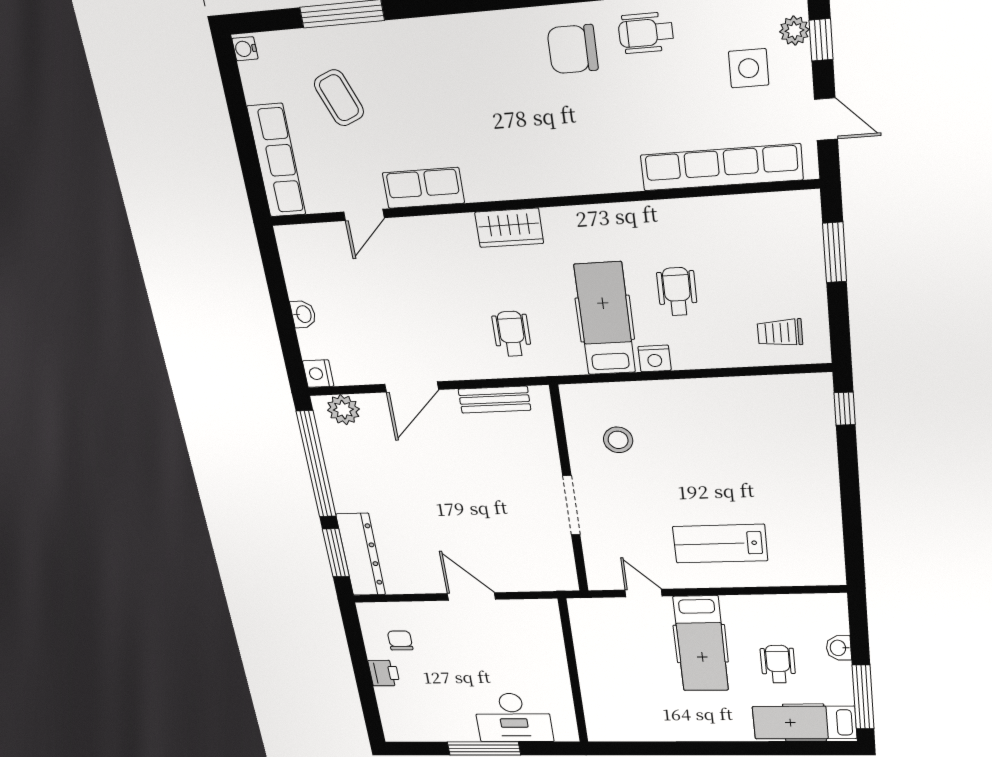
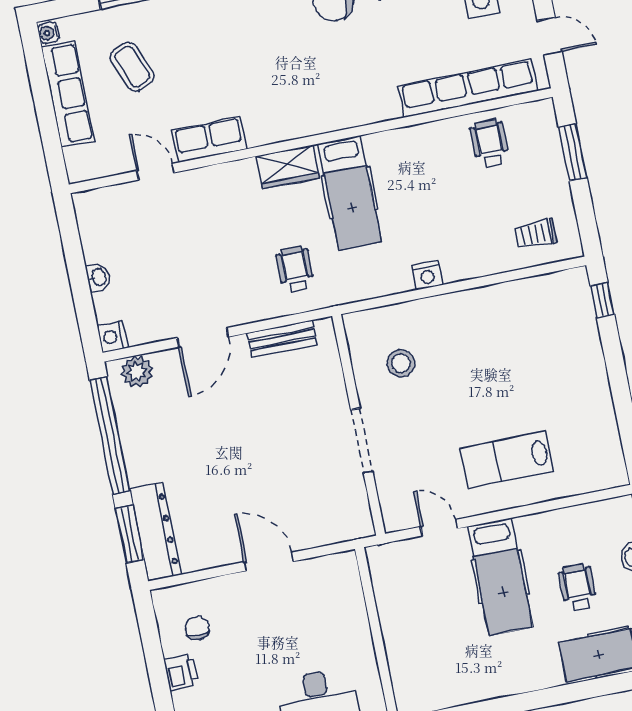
row of seats: (276, 161) -> (68, 94), moved
door: (364, 215) -> (155, 172), swing flipped
wheelchair: (677, 291) -> (489, 143), moved
hospital bed: (605, 319) -> (350, 193), moved, turned 180

